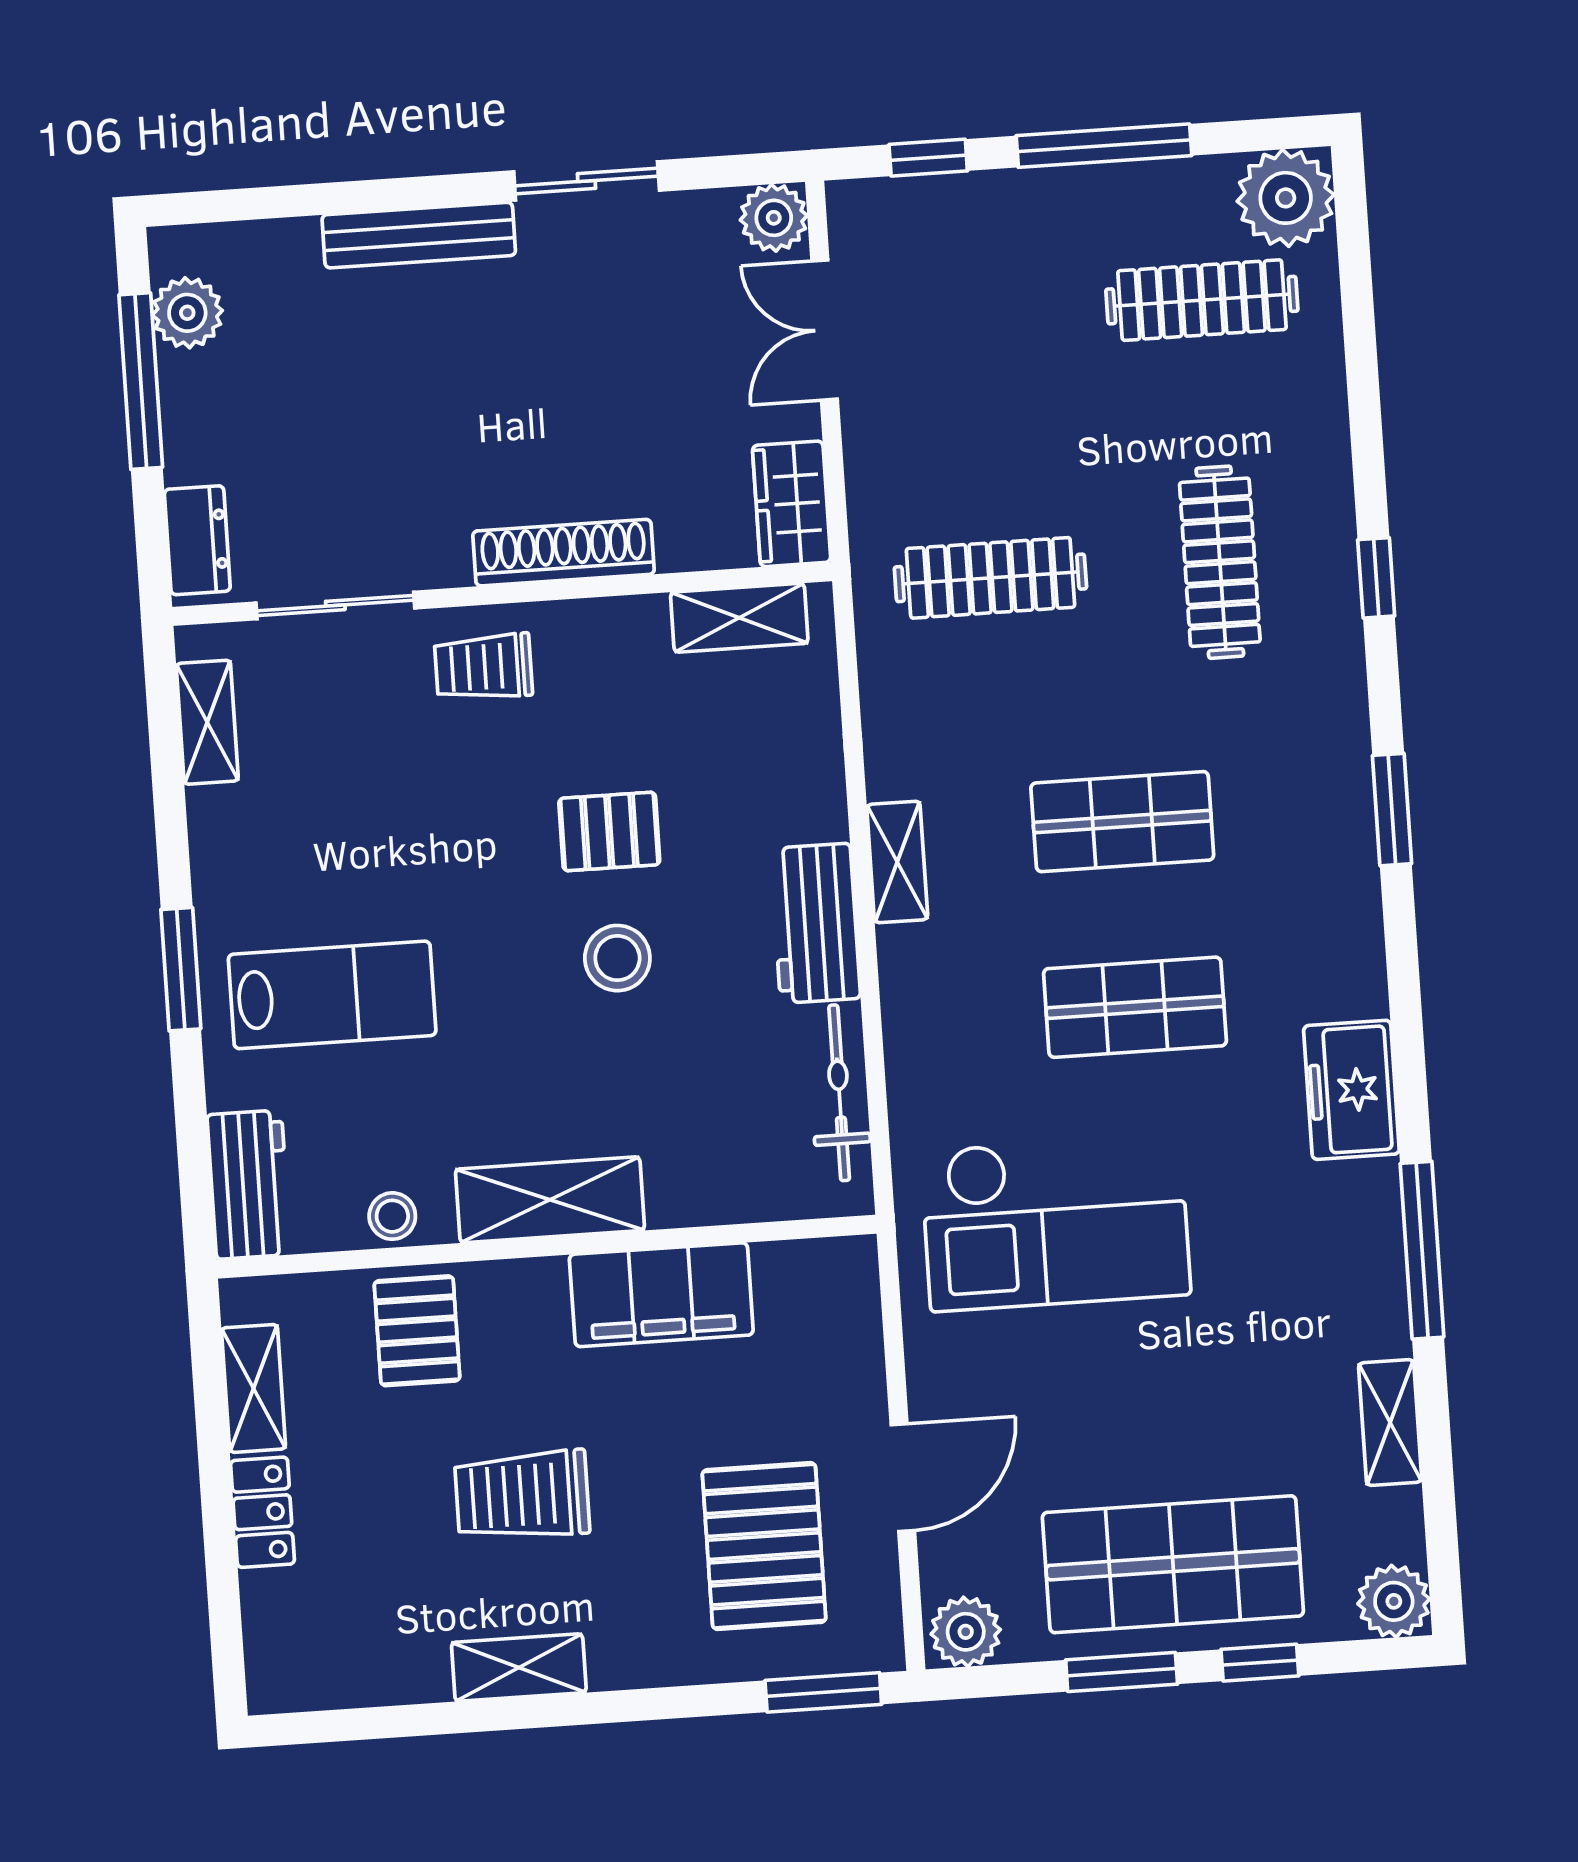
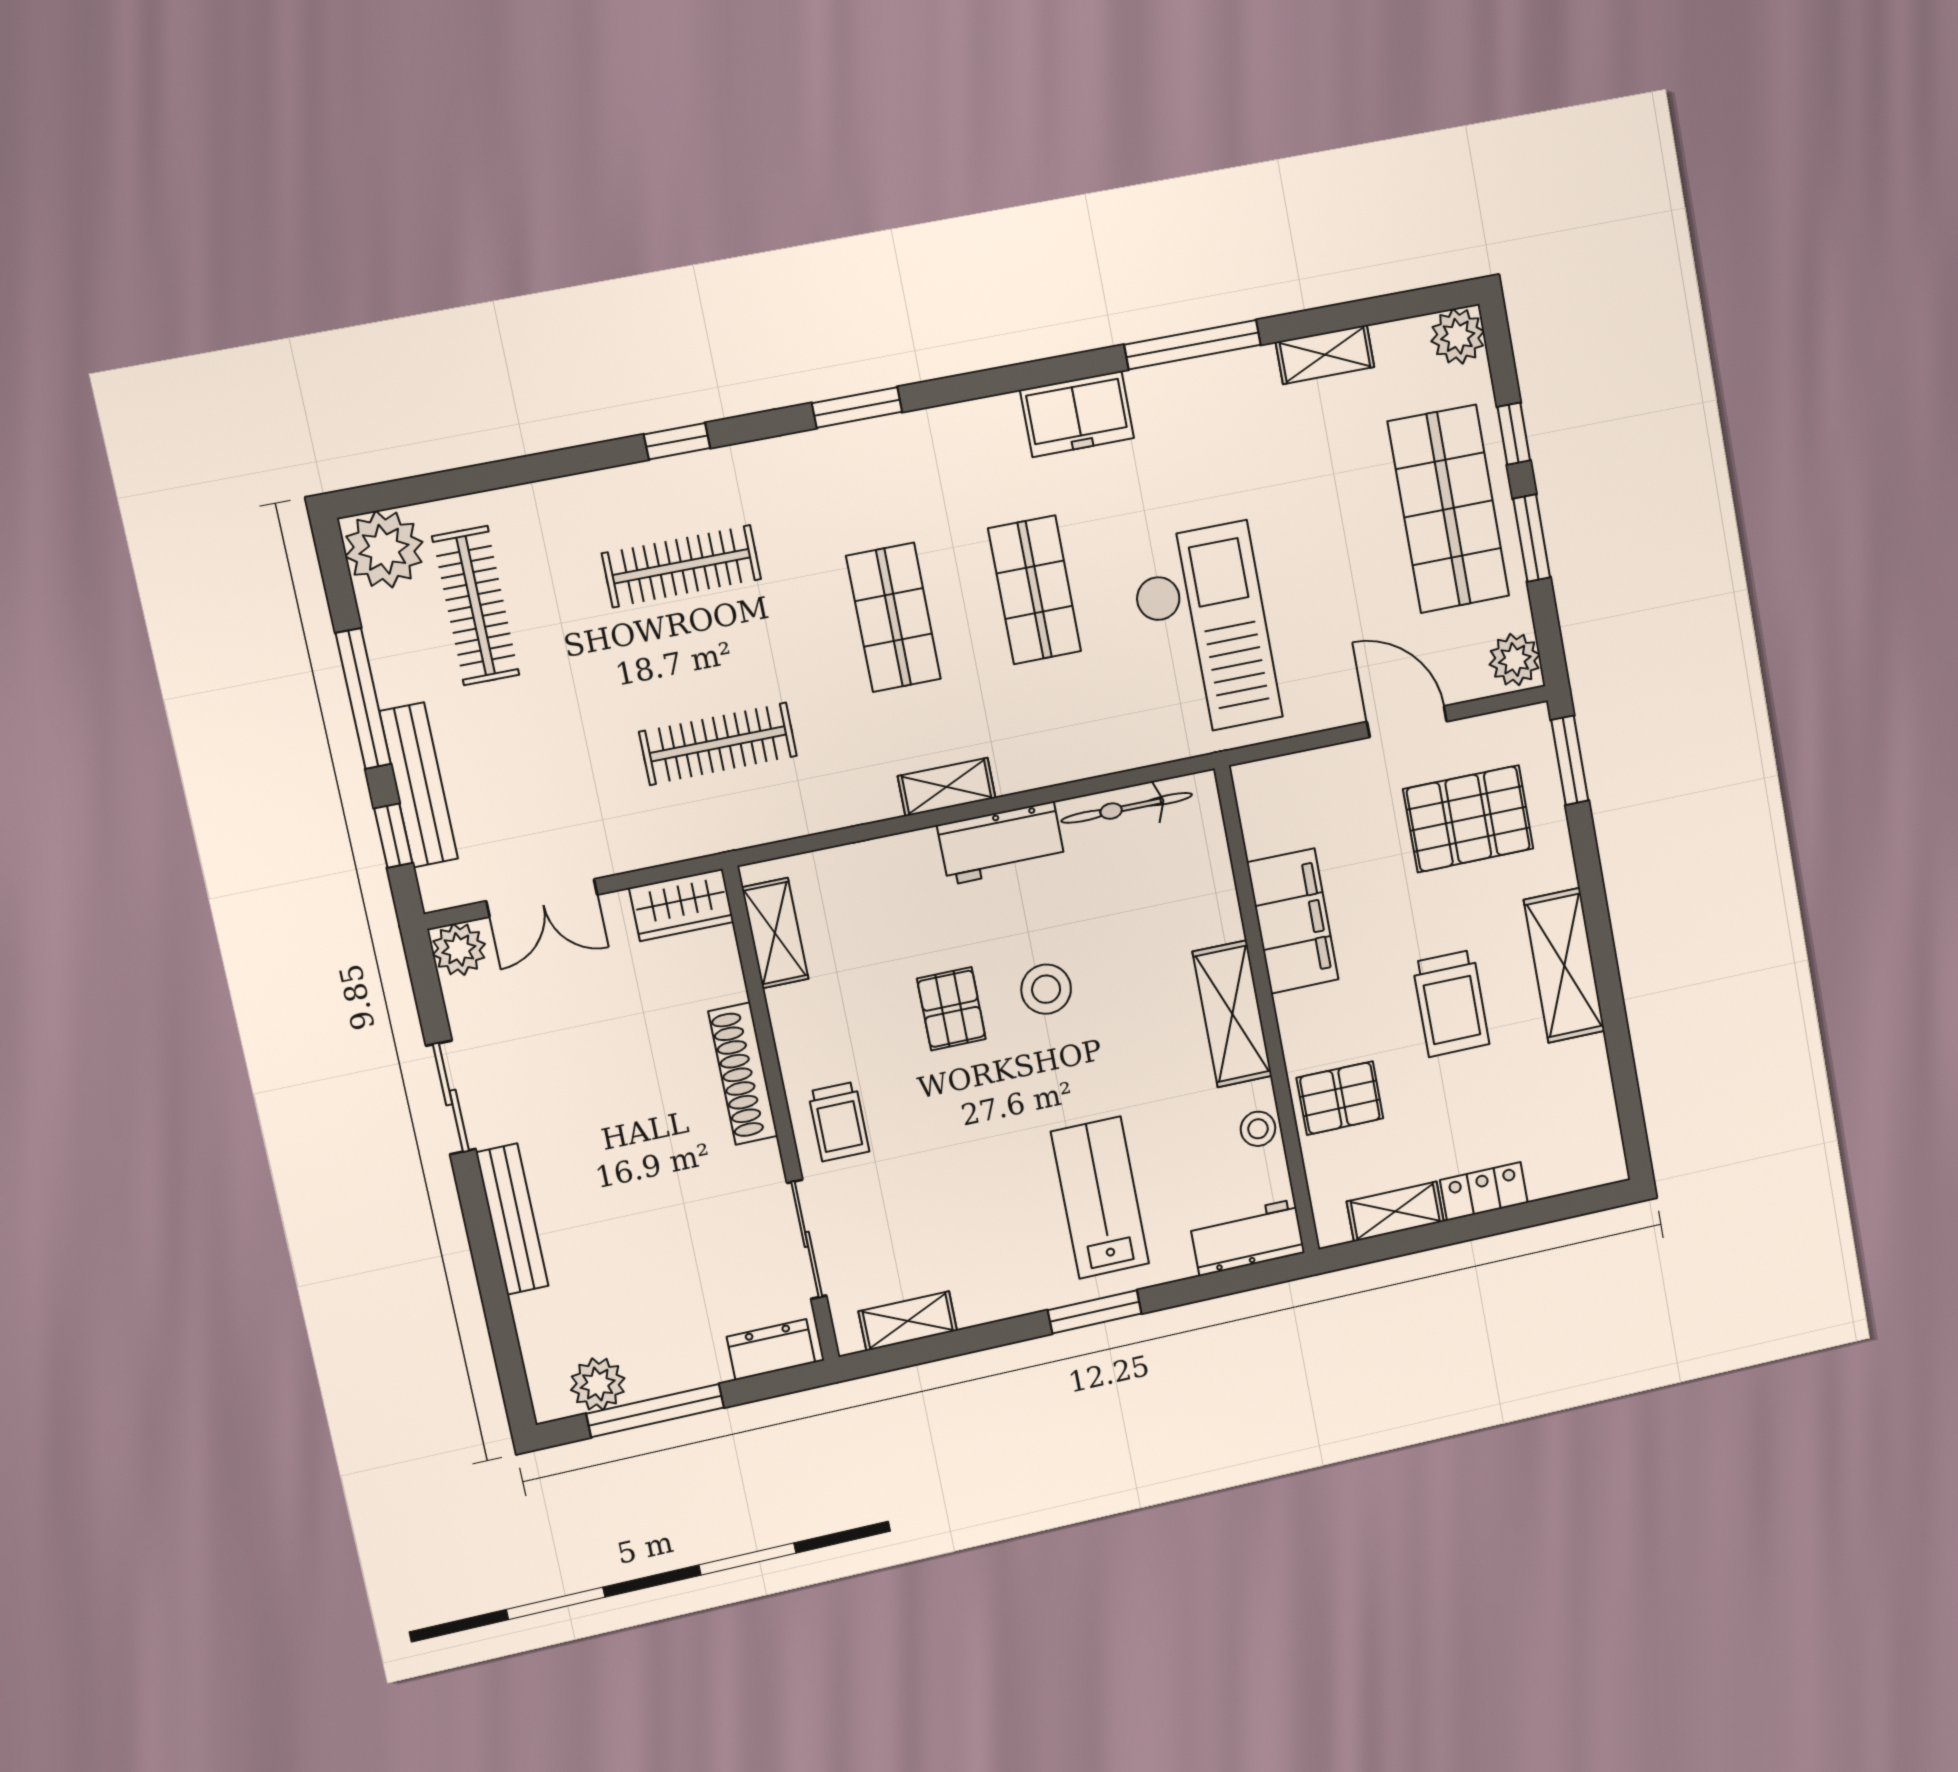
bench: (987, 198) -> (419, 785), added
clothes rail: (990, 578) -> (718, 744), turned 90
shelving: (519, 1668) -> (1564, 965), width x1.50, depth x1.33

